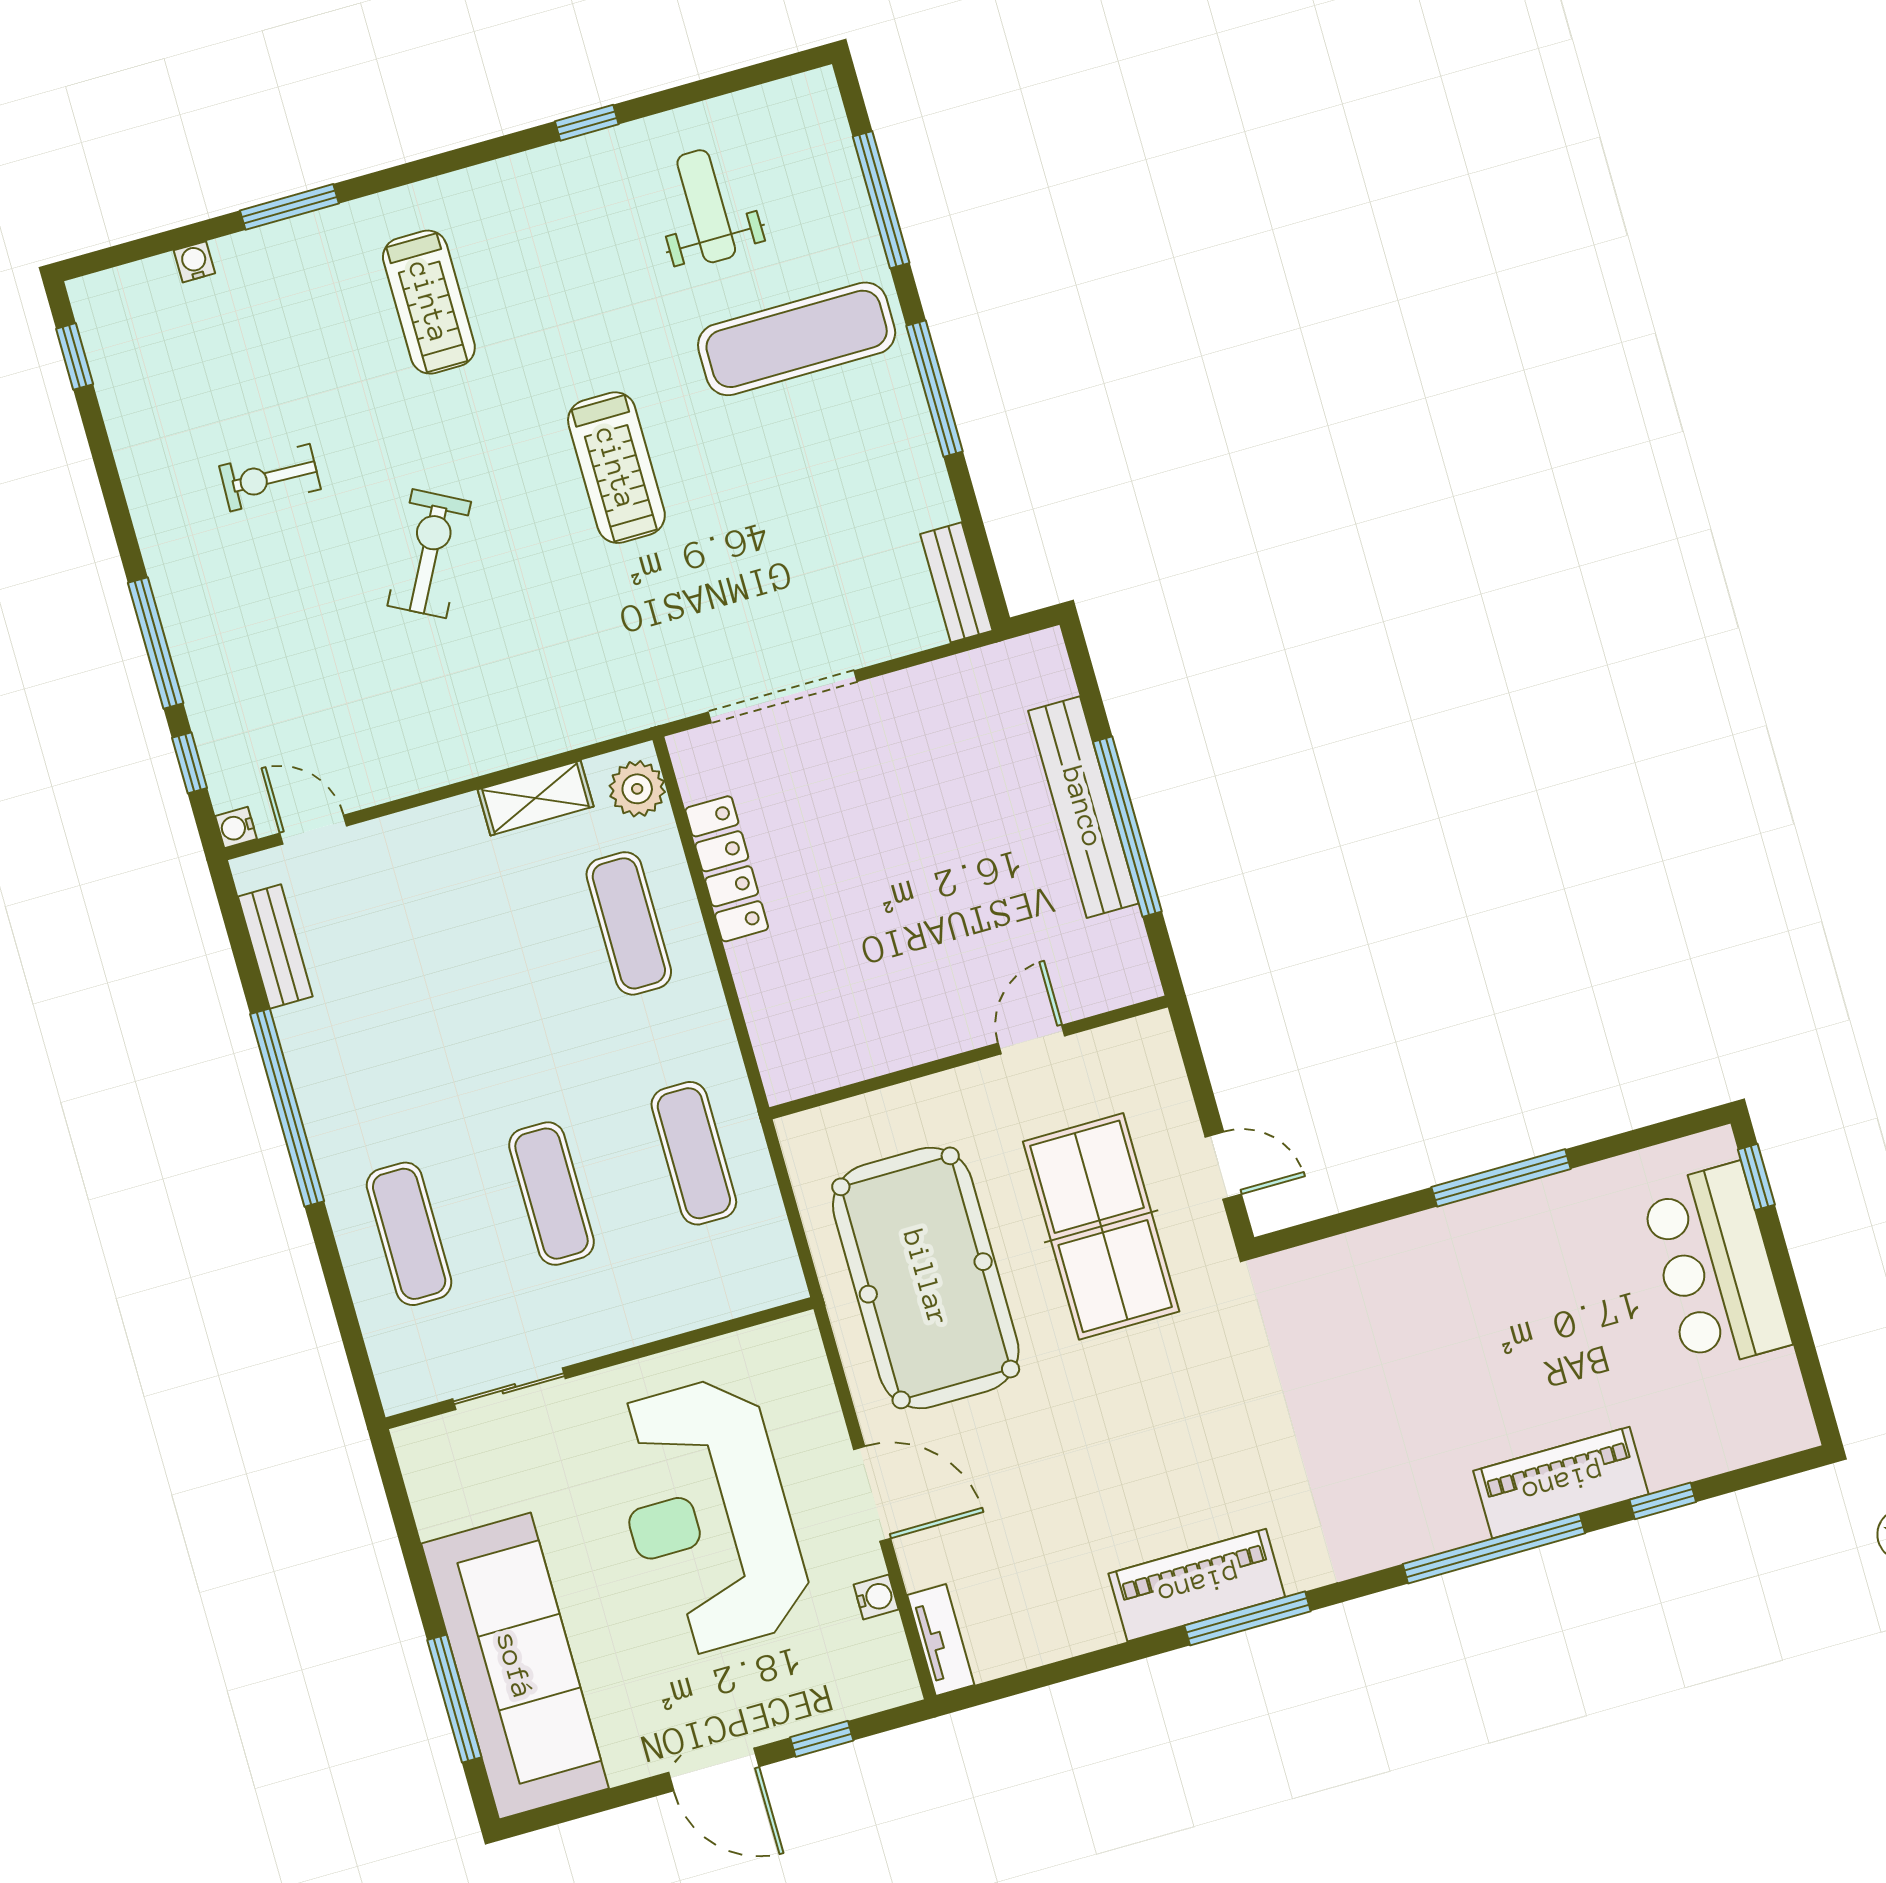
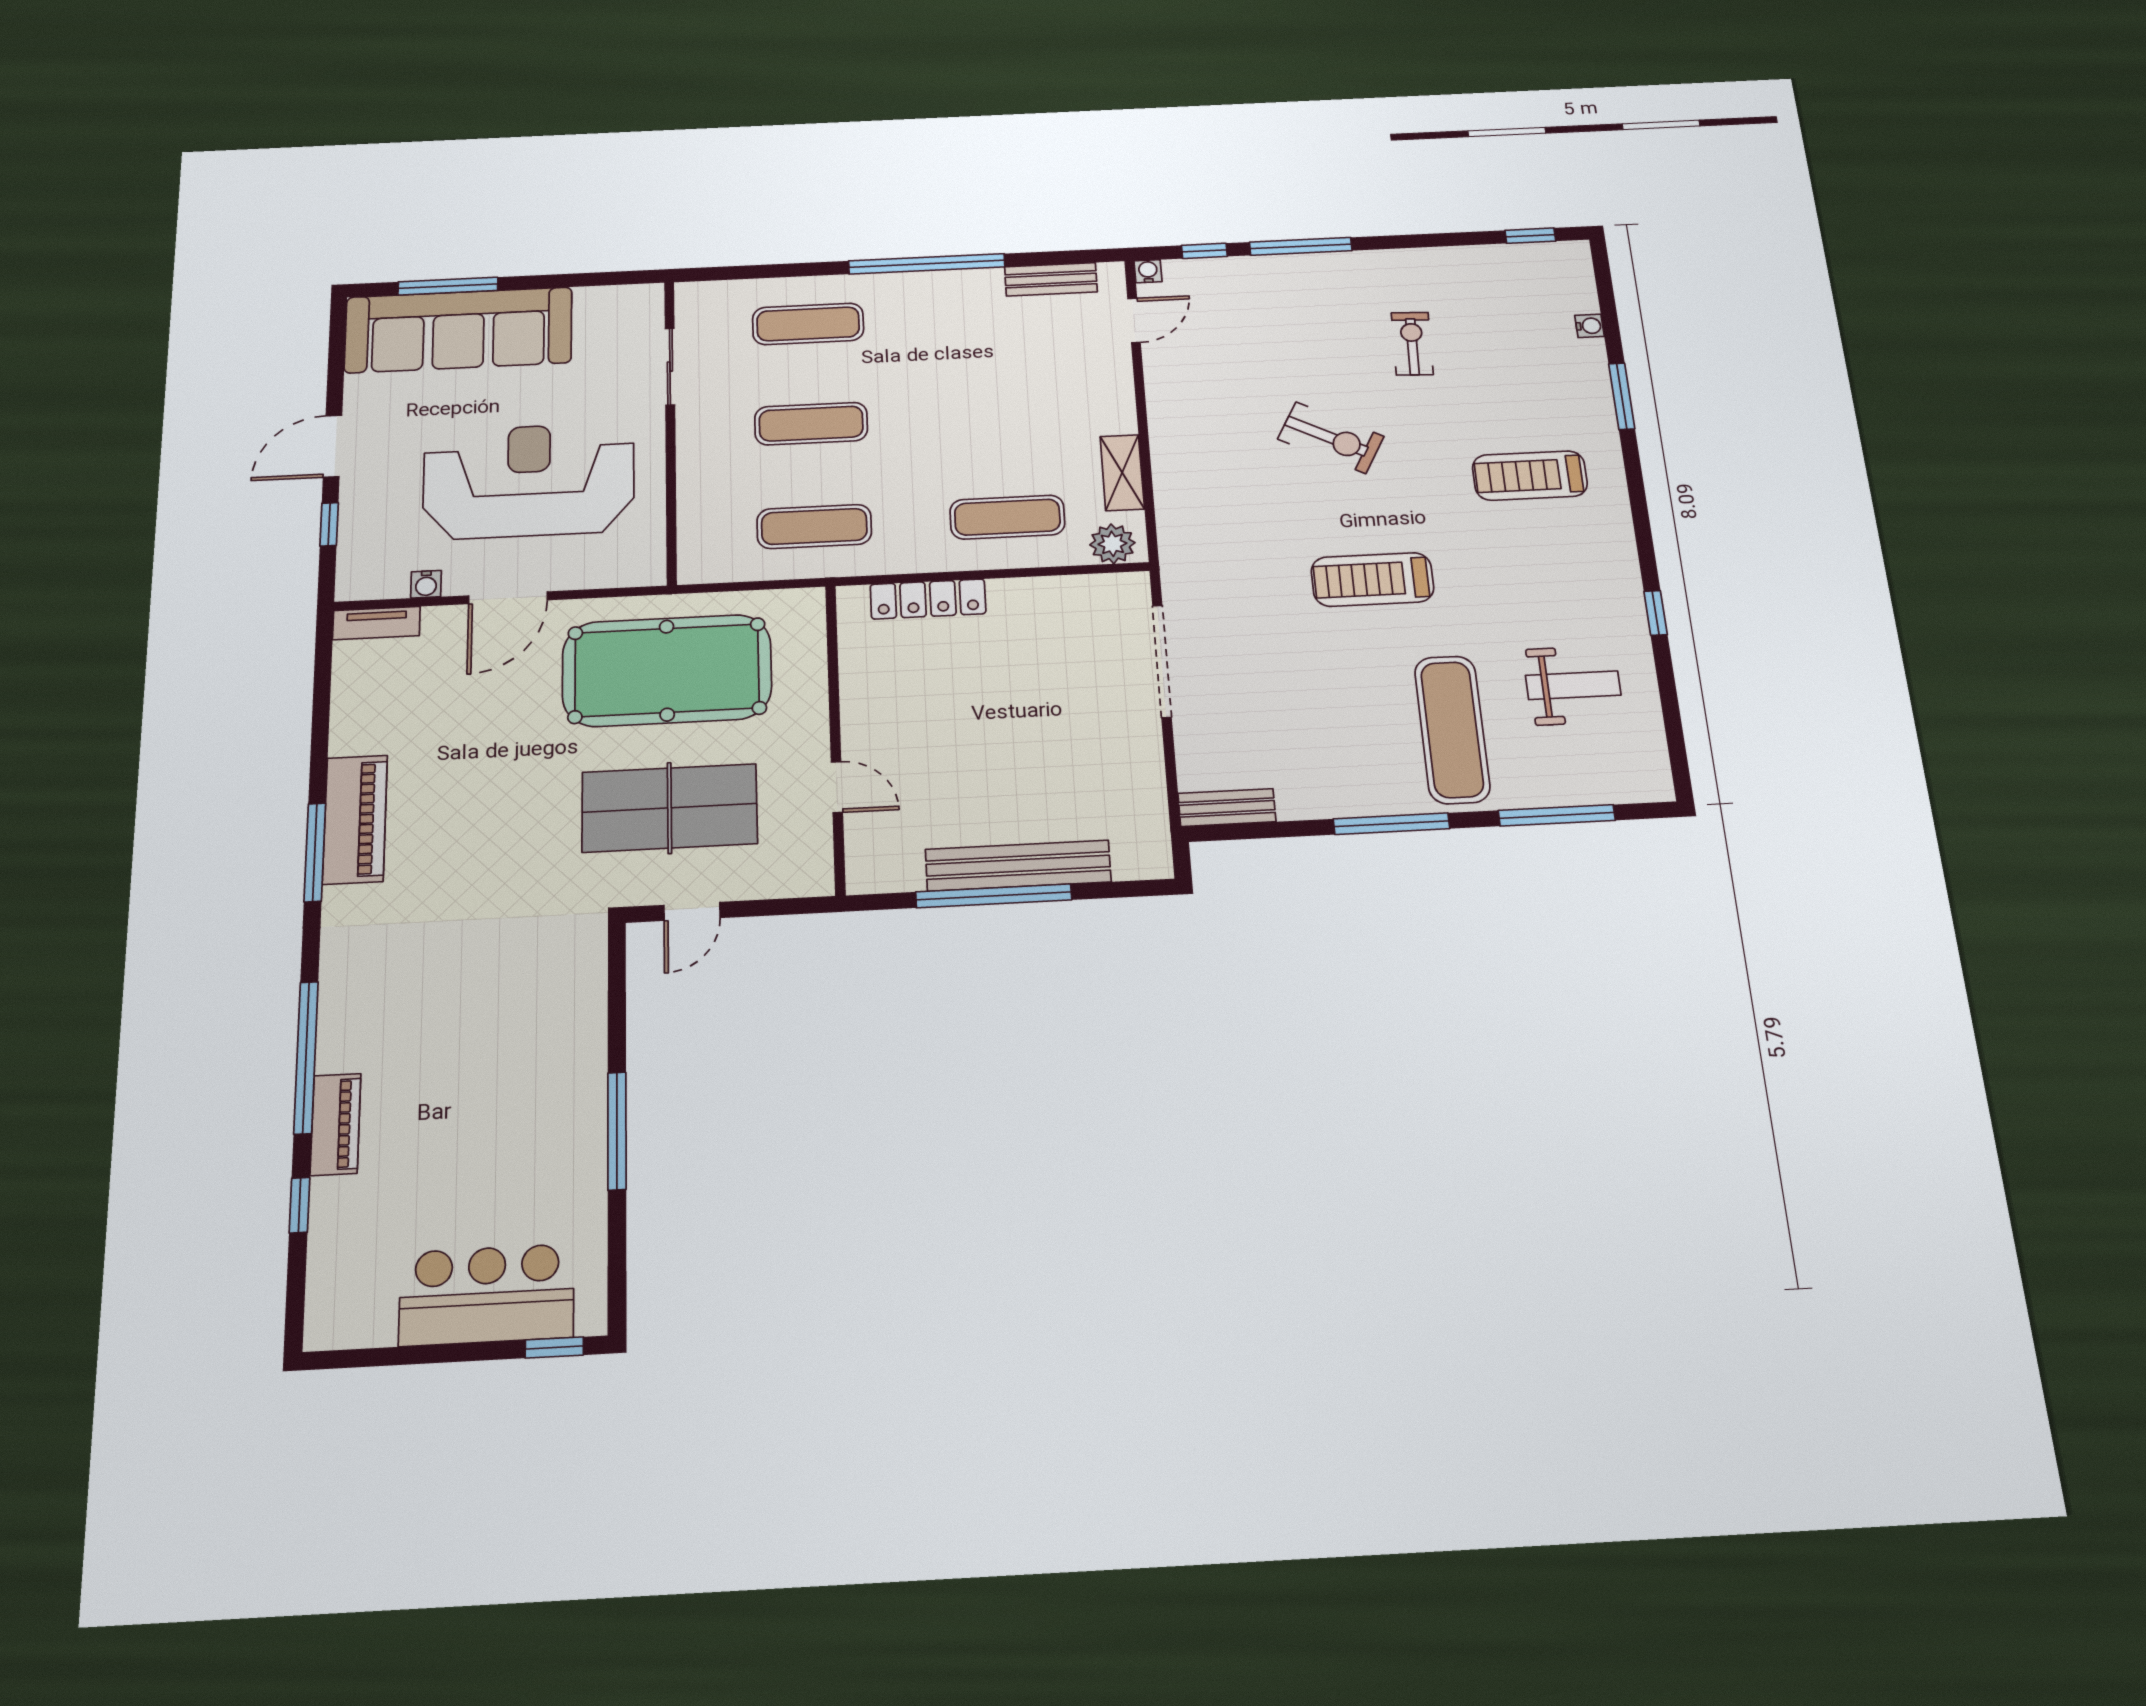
locker: (727, 869) -> (928, 599), moved
piano: (1561, 1483) -> (335, 1124), width x0.73, depth x0.75

